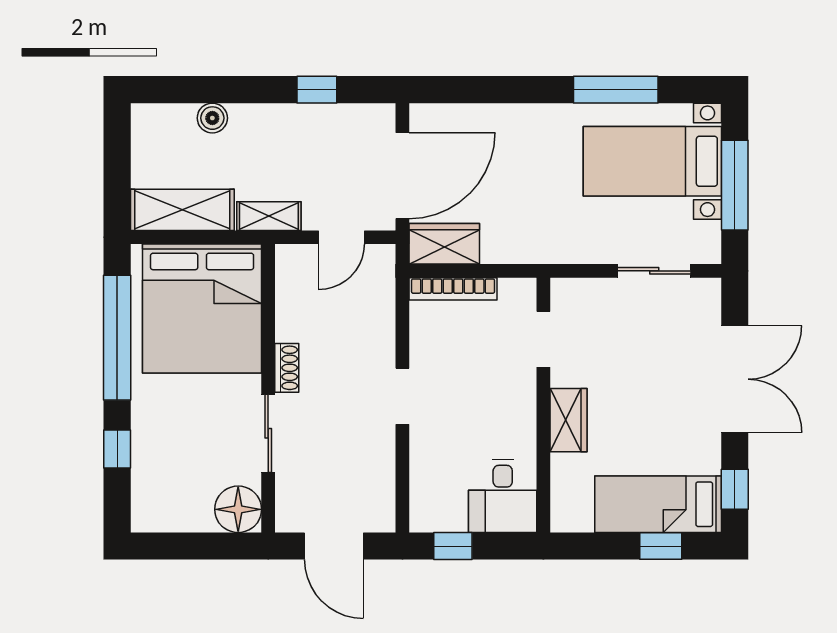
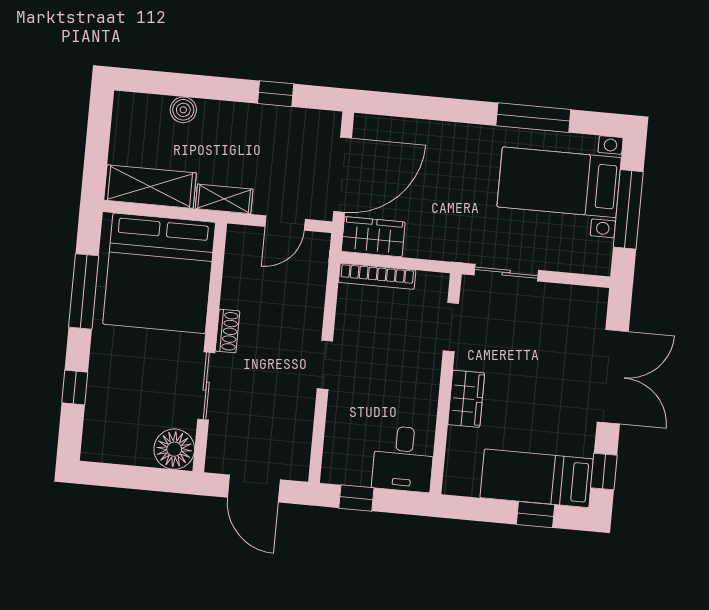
sliding door: (654, 271) -> (506, 273), moved
window: (117, 338) -> (84, 291), width x0.68

